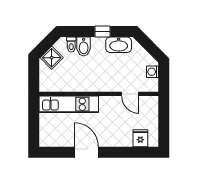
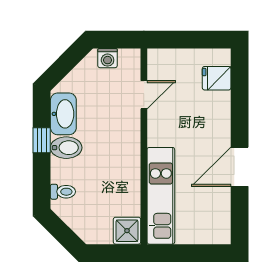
bidet: (84, 47) -> (66, 148), moved
shower: (52, 58) -> (127, 231), moved, turned 45

